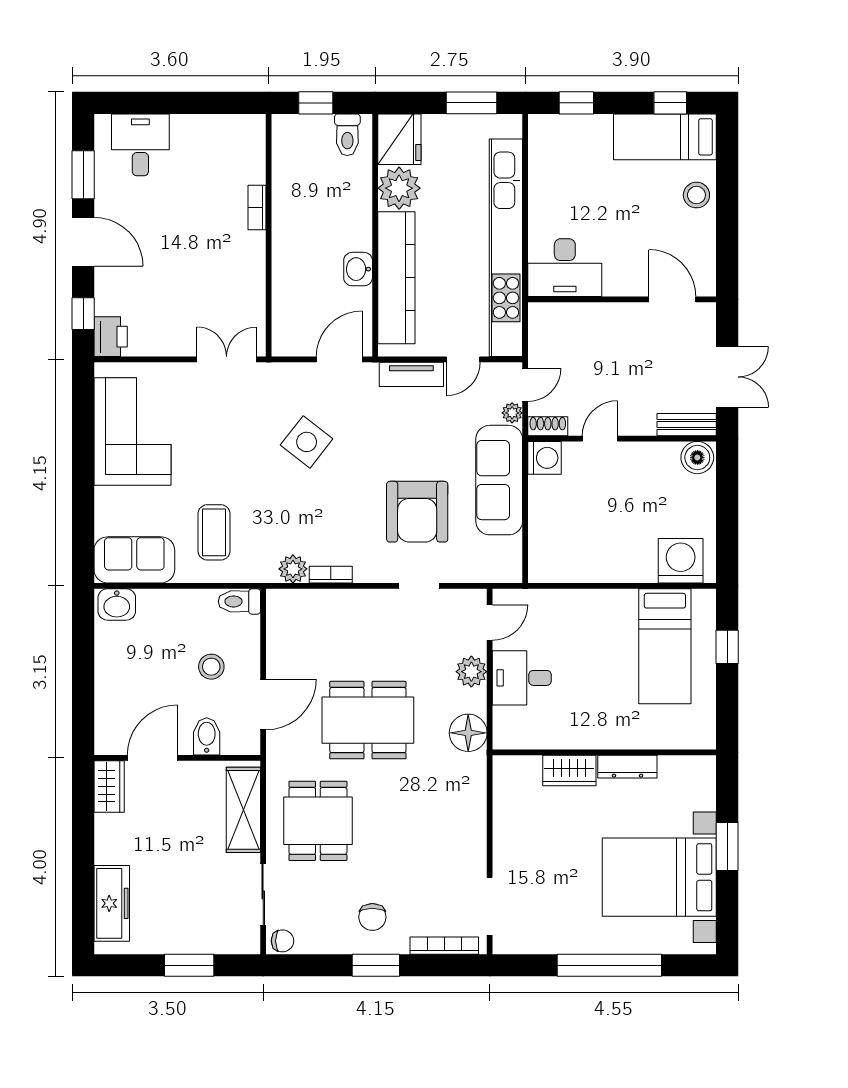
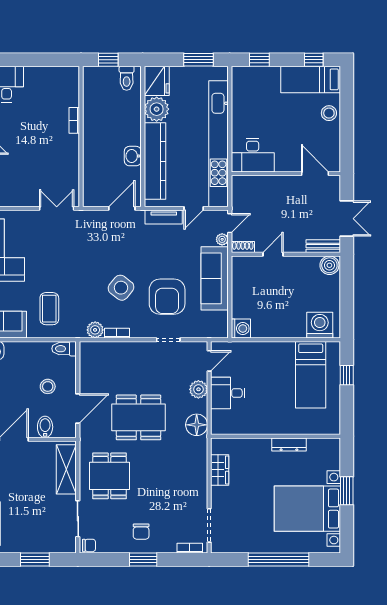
side table: (307, 442) -> (121, 288), moved
washing machine: (545, 458) -> (241, 328), moved
wardrobe: (569, 770) -> (220, 470), moved, turned -90
bookcase: (444, 946) -> (190, 548), width x0.64

